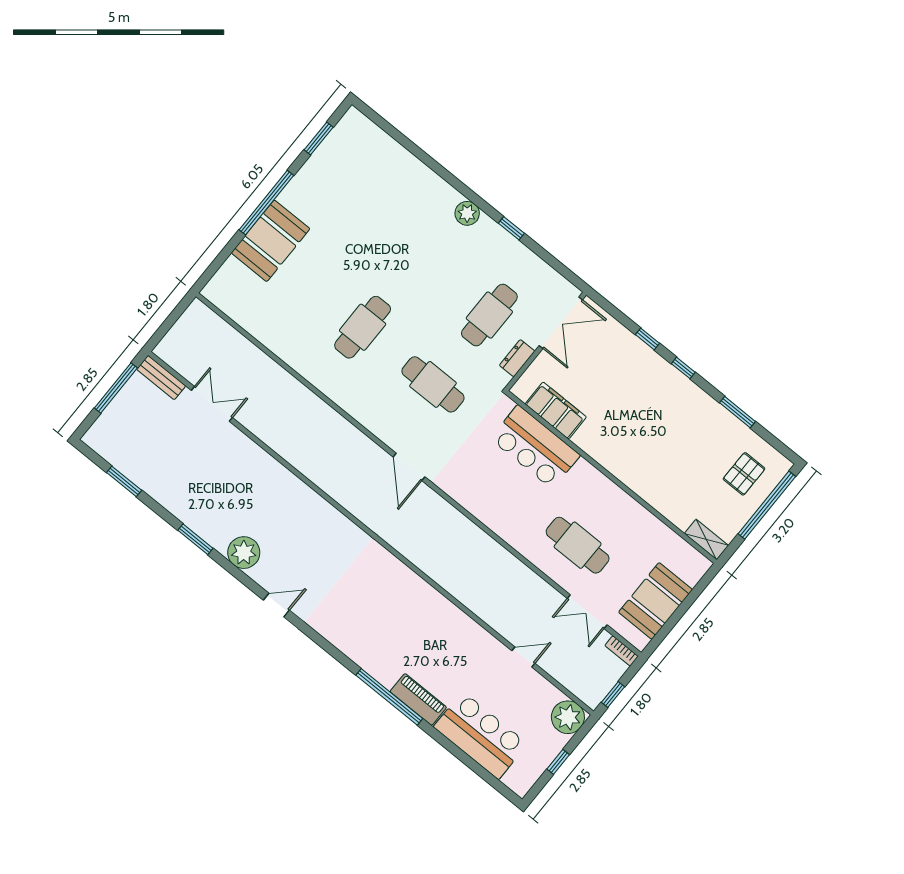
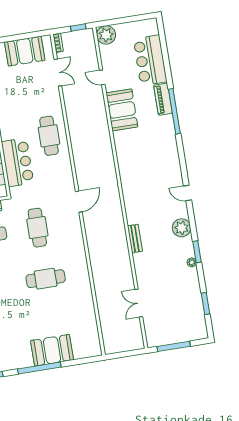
bench: (161, 377) -> (135, 239), moved
plant: (190, 519) -> (192, 262), added
cafe table: (578, 545) -> (49, 136), moved
booth: (460, 637) -> (122, 110), added
window: (558, 762) -> (127, 20), removed

